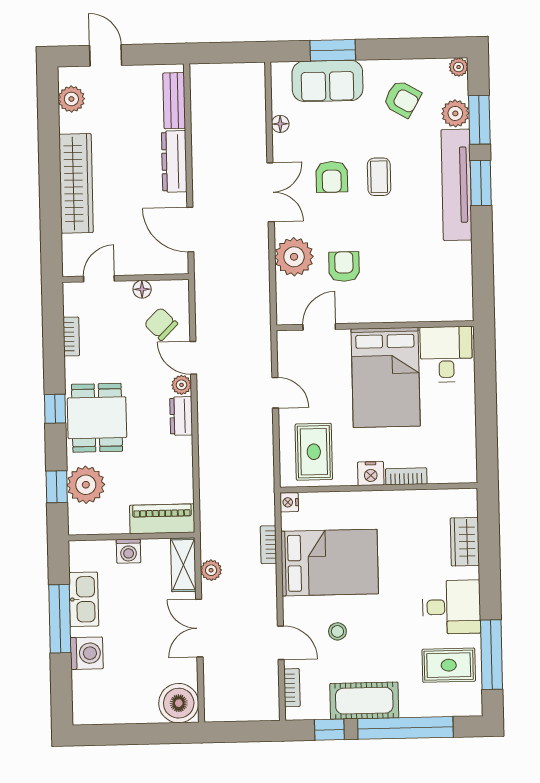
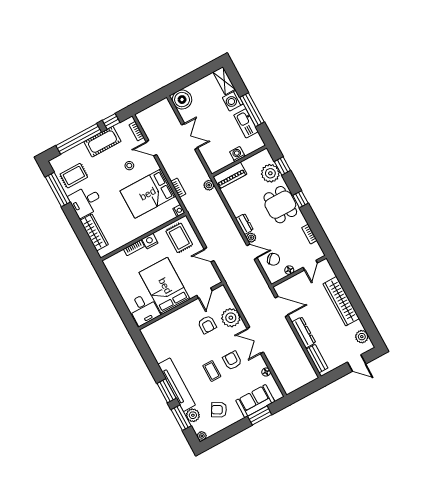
wardrobe: (465, 542) -> (94, 232), width x1.50
shelving: (183, 565) -> (224, 81), moved
plant: (211, 570) -> (209, 185), moved

